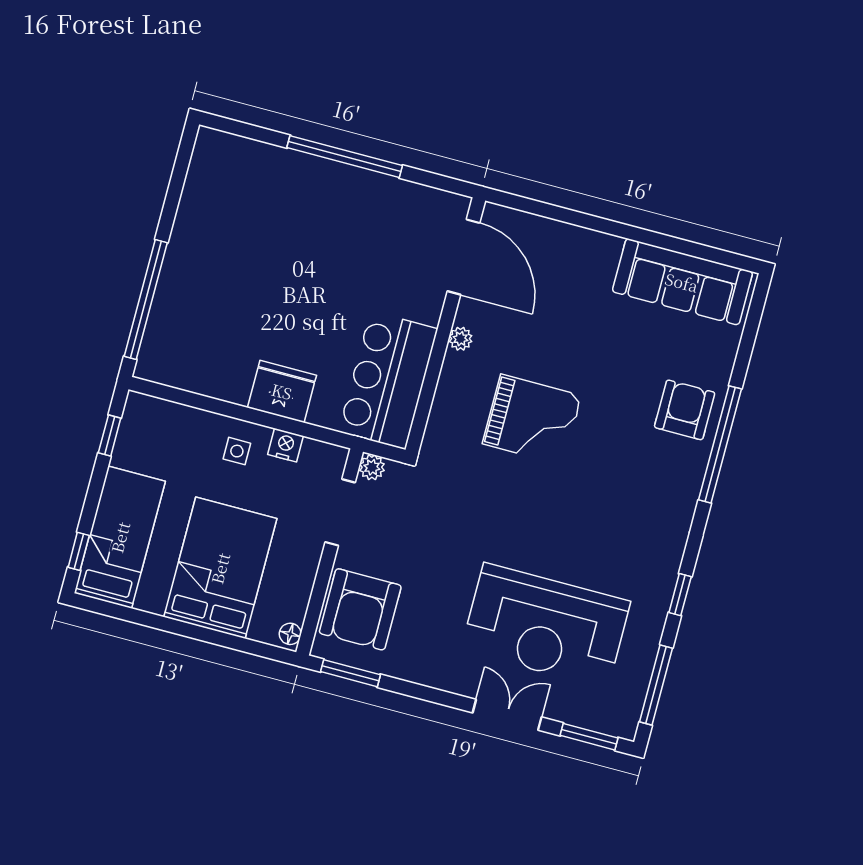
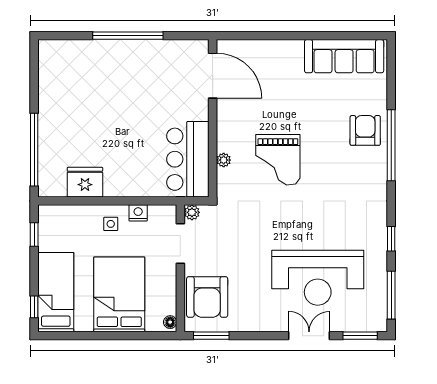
plant: (460, 339) -> (224, 160), moved
fridge: (282, 391) -> (85, 182), moved
grand piano: (532, 420) -> (278, 160), turned 90

